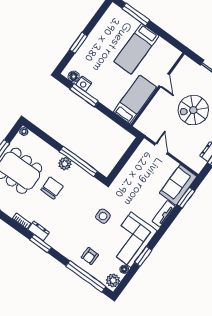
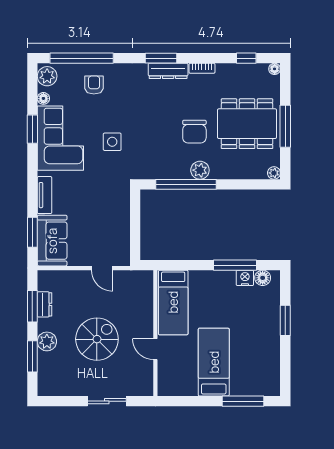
dresser: (39, 231) -> (168, 71), width x1.44

